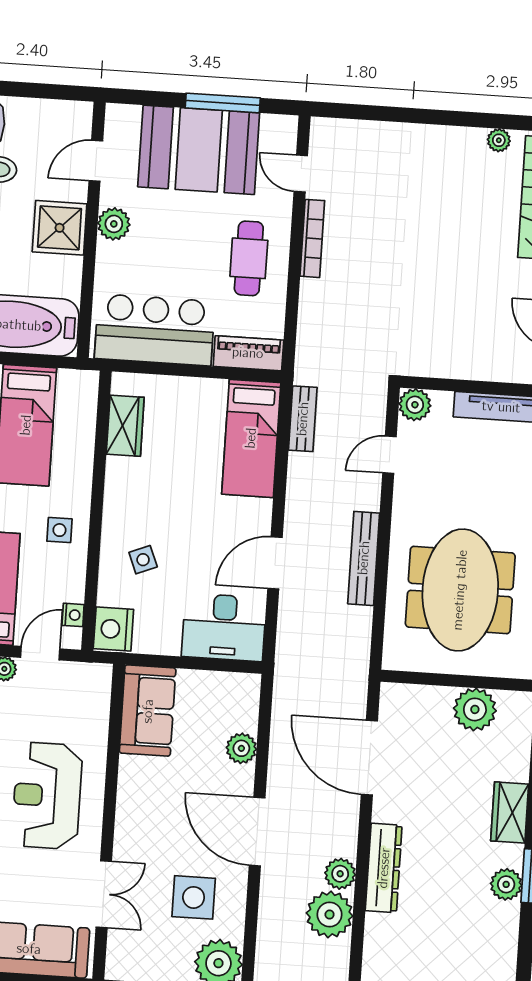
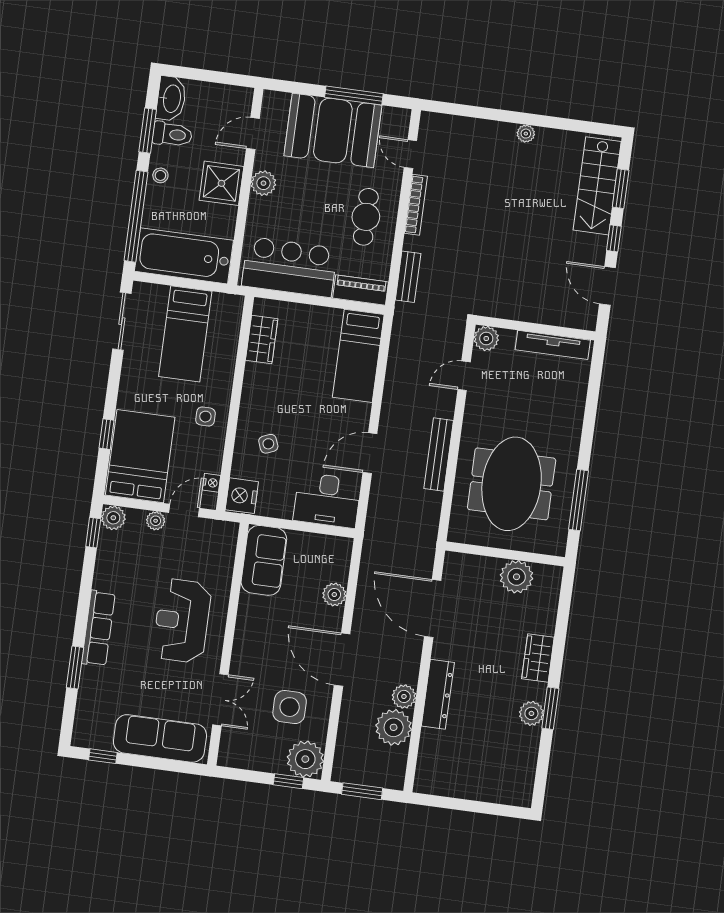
plant: (499, 140) -> (526, 134), moved
bench: (303, 419) -> (408, 277), moved

